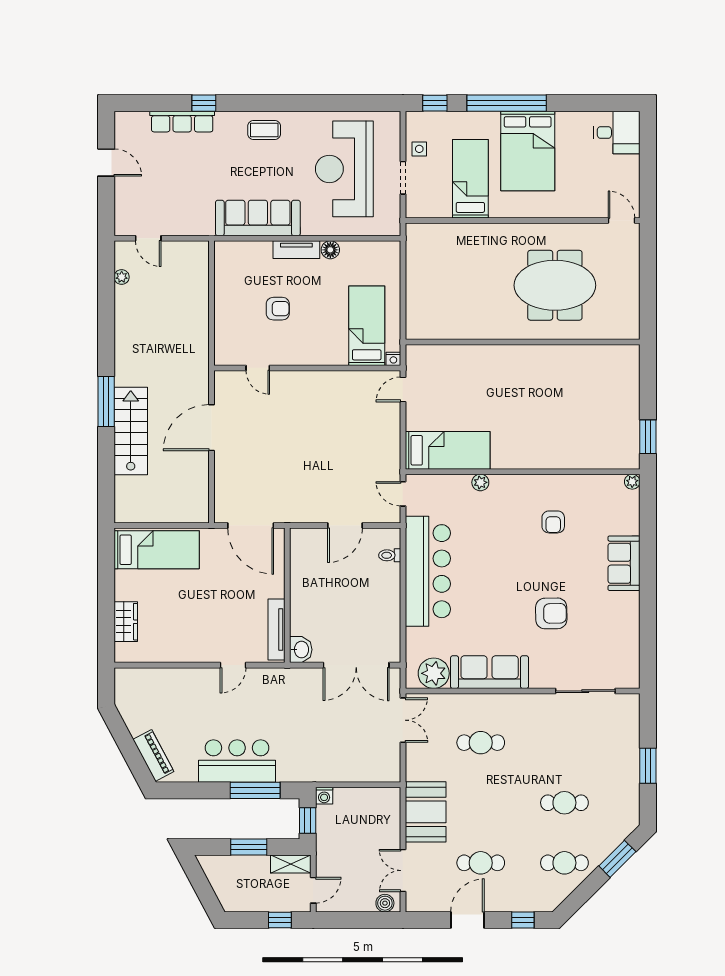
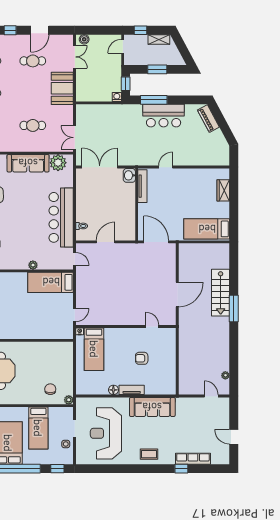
reception desk: (344, 169) -> (106, 433), turned 180
plant: (414, 231) -> (69, 400), added
chair: (448, 251) -> (50, 389), added
shelving: (291, 864) -> (159, 39), moved

